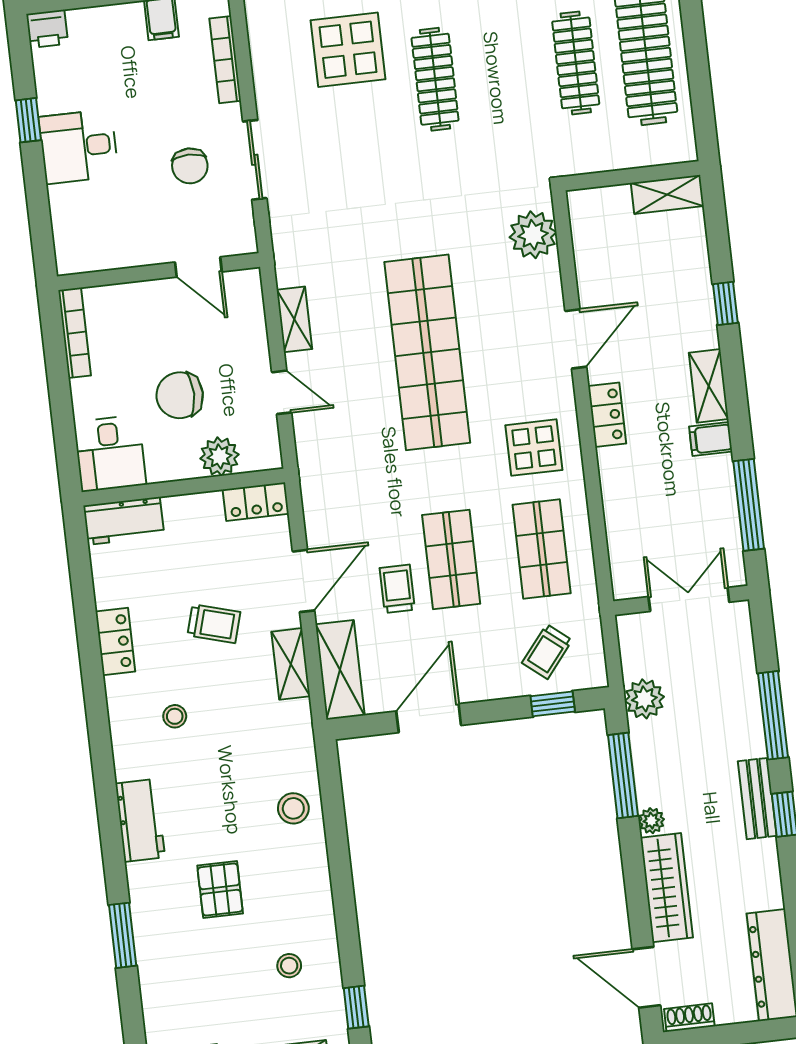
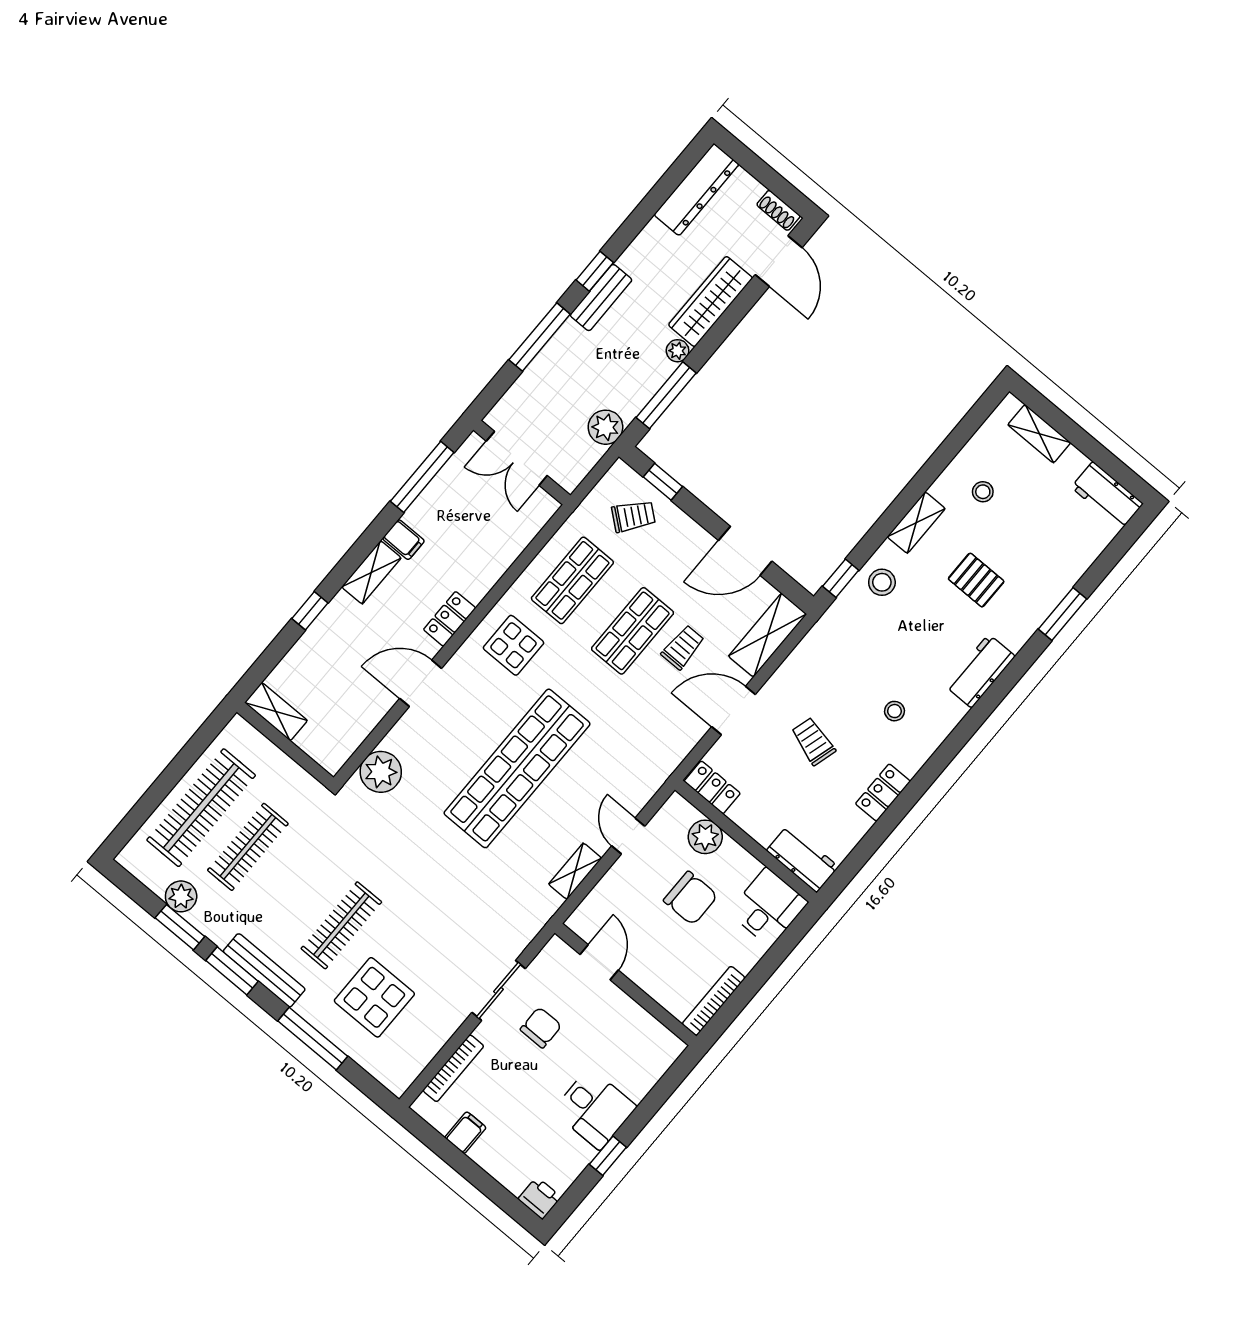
trolley: (397, 589) -> (683, 647), turned 180
shelving: (291, 664) -> (916, 523), moved
pallet: (220, 890) -> (976, 580), turned 90
window: (356, 1007) -> (841, 578), moved

